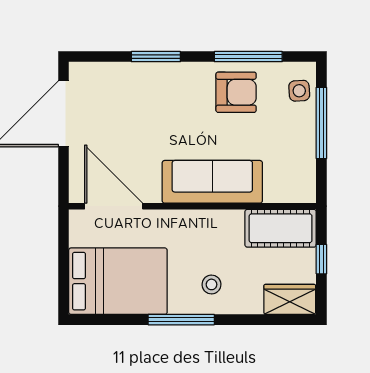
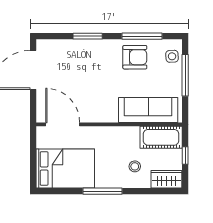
sofa: (212, 182) -> (148, 110), moved
stool: (211, 284) -> (135, 166), moved

